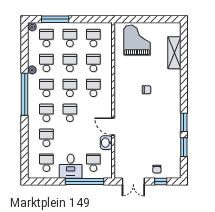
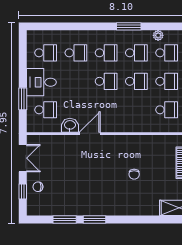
school desk: (93, 88) -> (136, 110), removed
window: (25, 94) -> (129, 26), width x0.47
window: (84, 182) -> (23, 99), width x0.47
double door: (133, 182) -> (23, 158), swing flipped

